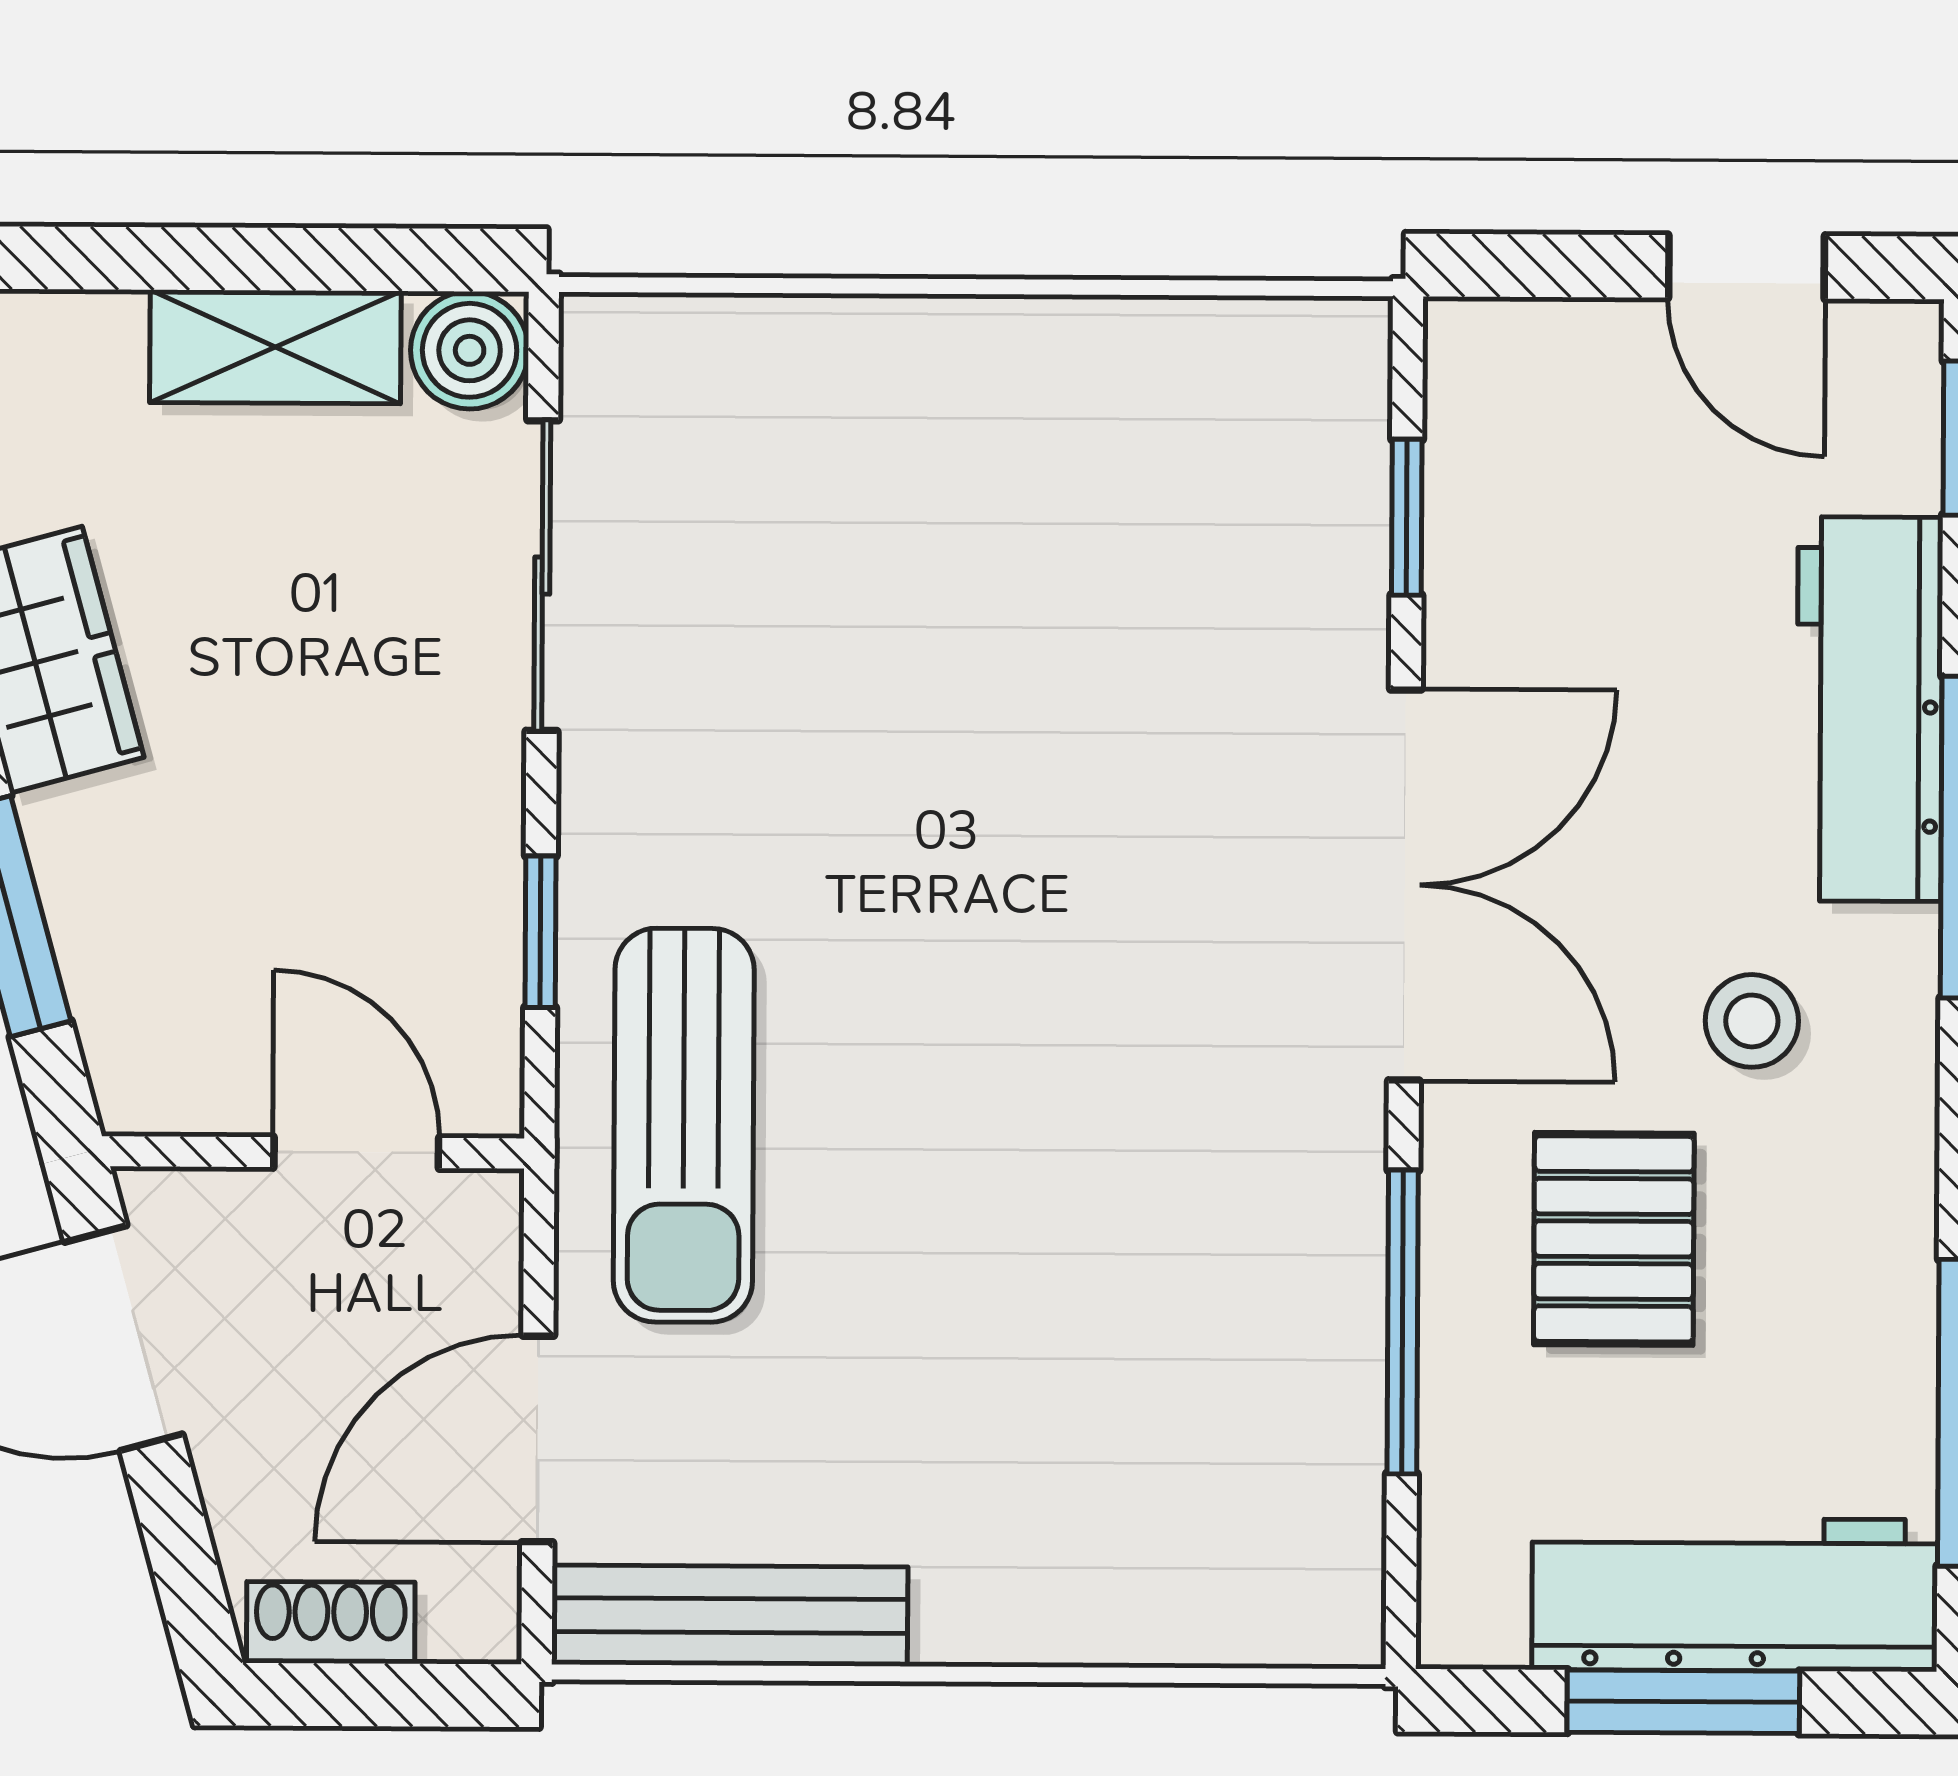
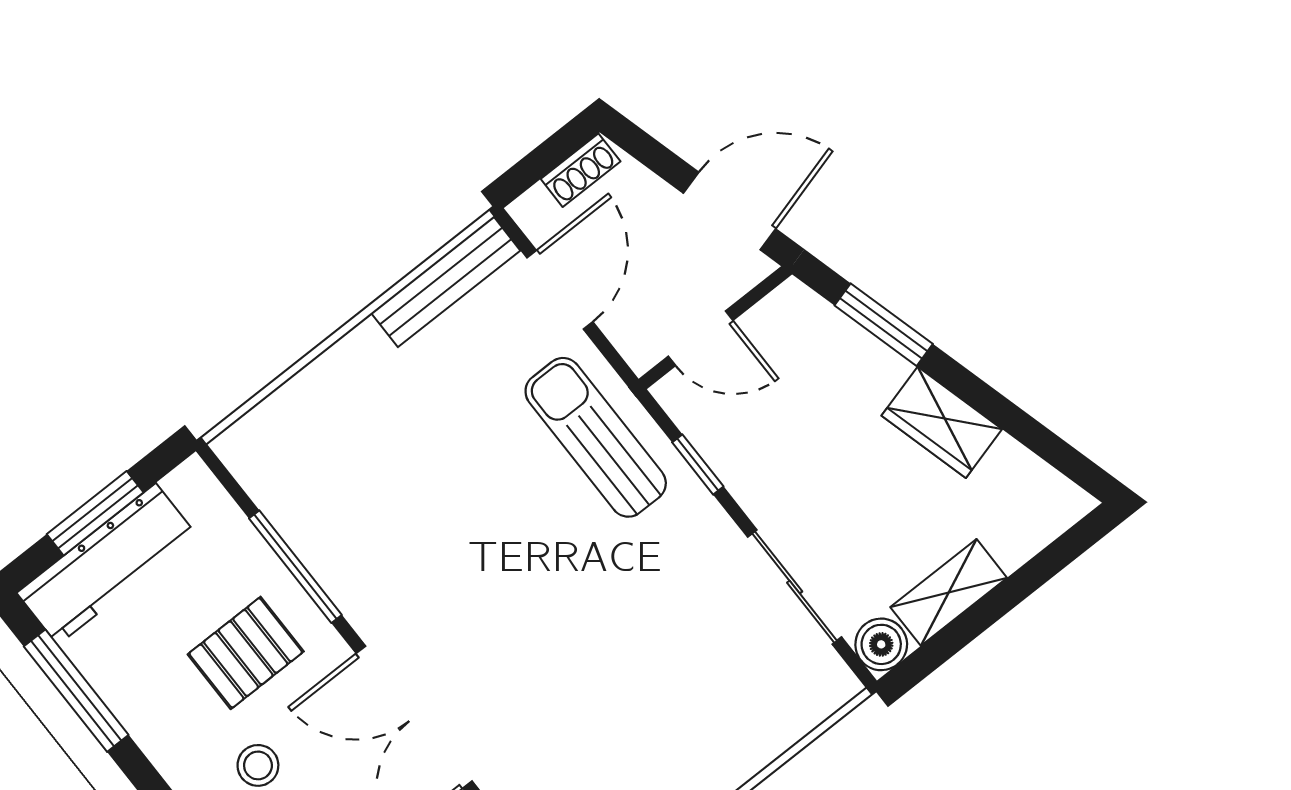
pallet: (1614, 1239) -> (246, 653), turned 90

